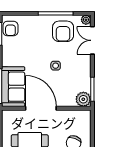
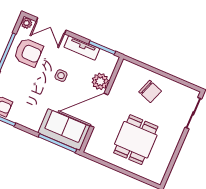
tv unit: (85, 73) -> (82, 48), added
plant: (83, 99) -> (100, 81), moved

